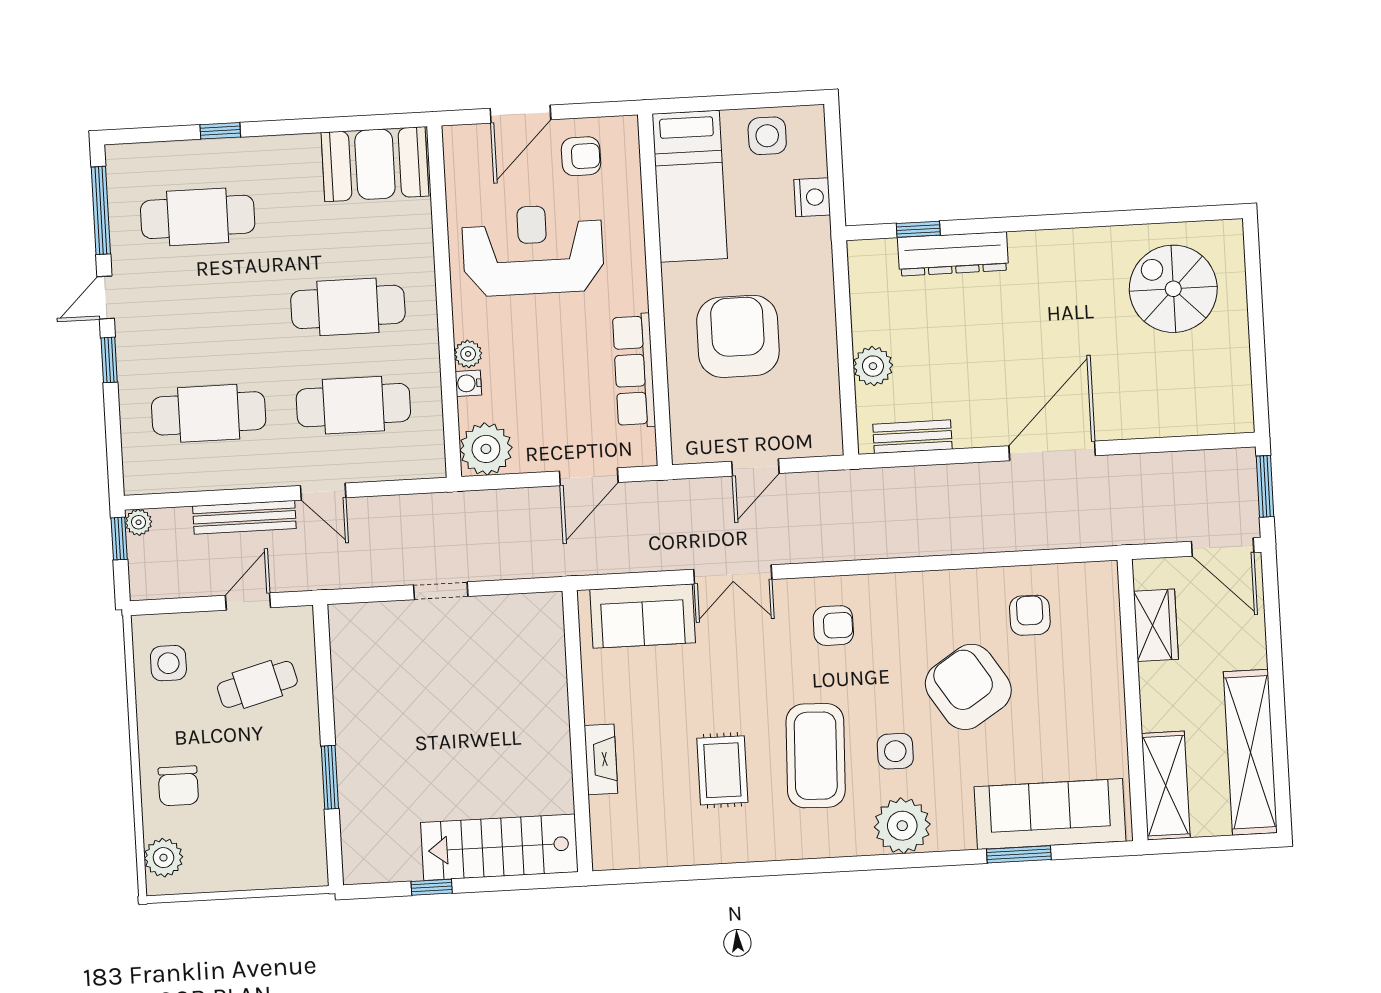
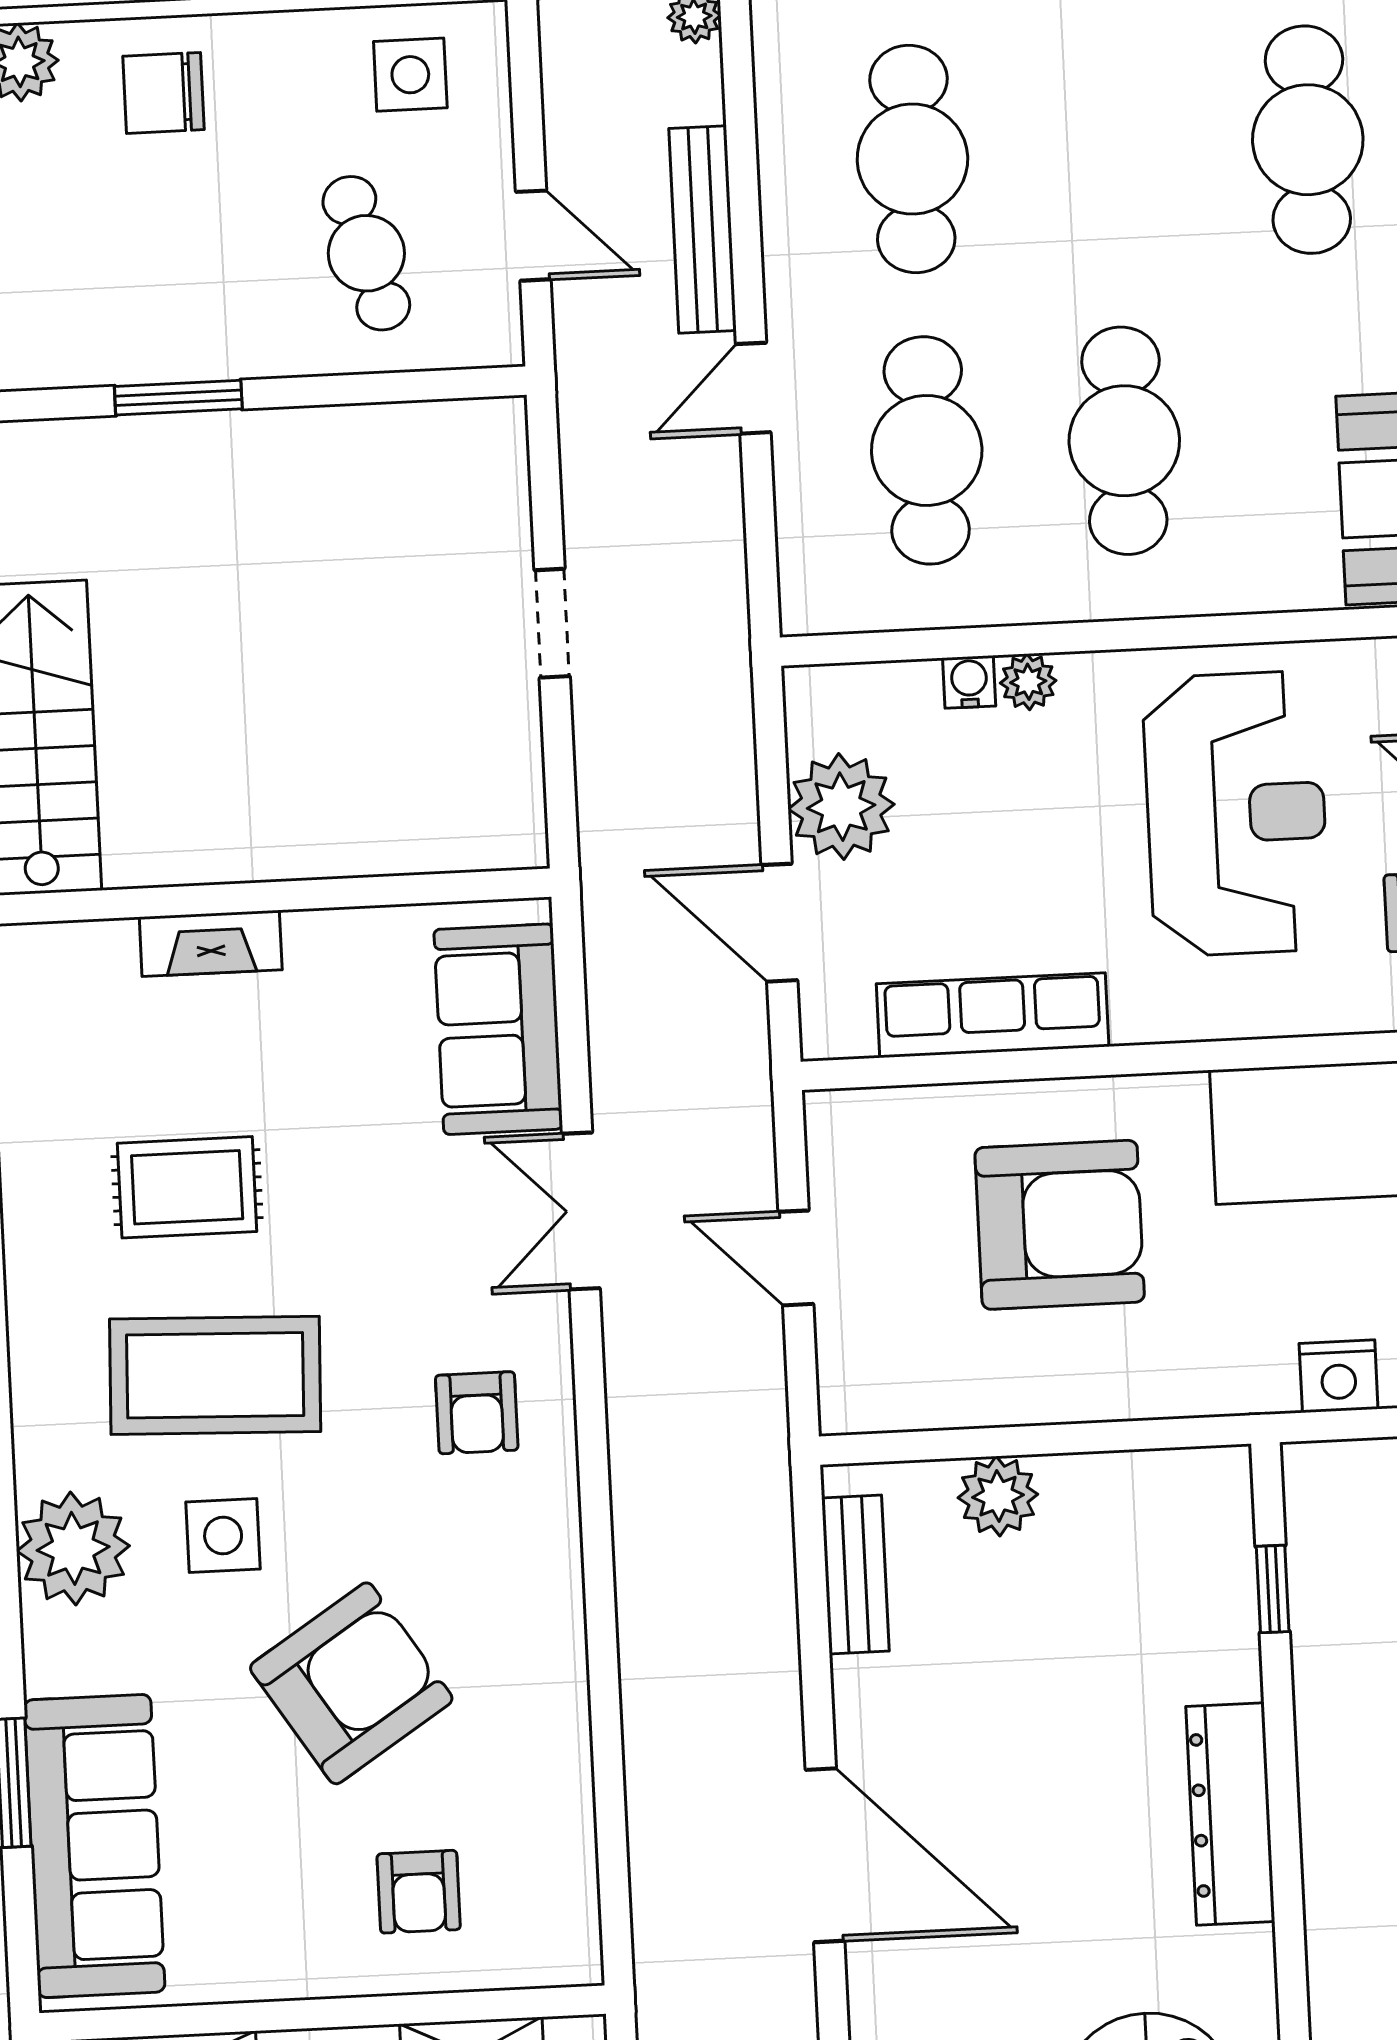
dresser: (953, 254) -> (1230, 1814), moved
plant: (486, 449) -> (841, 807), moved
armchair: (1030, 615) -> (419, 1892), moved, turned 90

